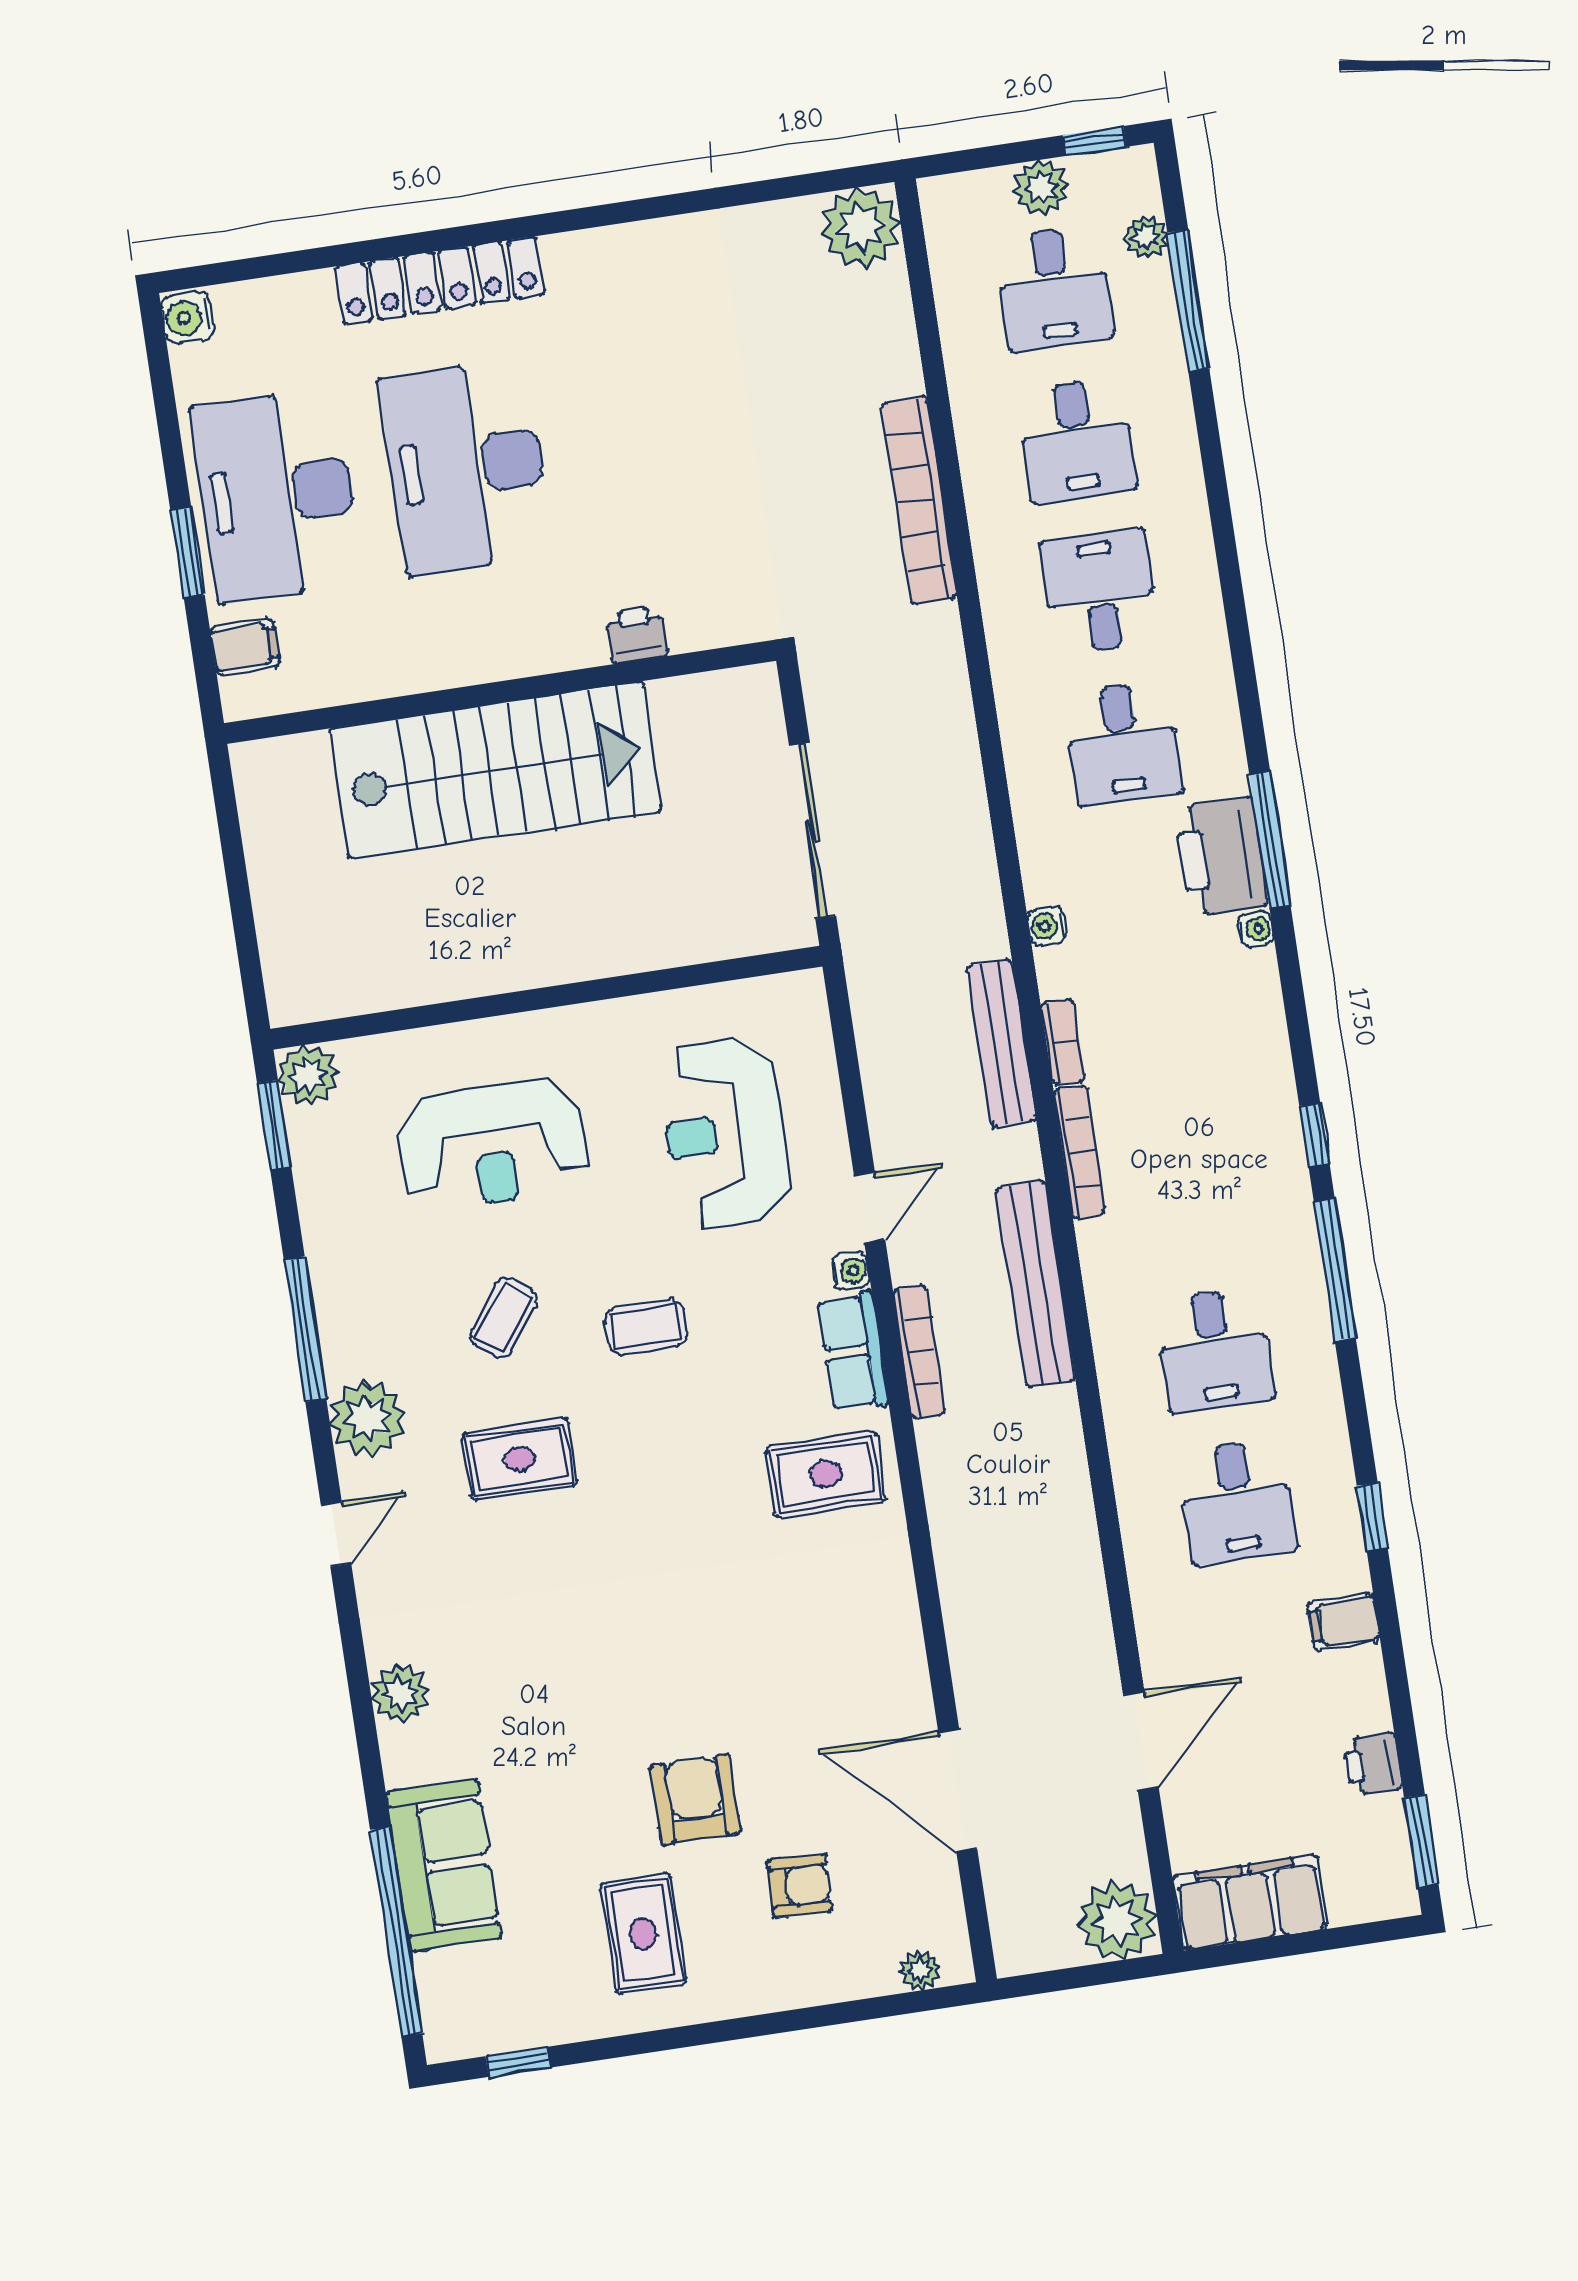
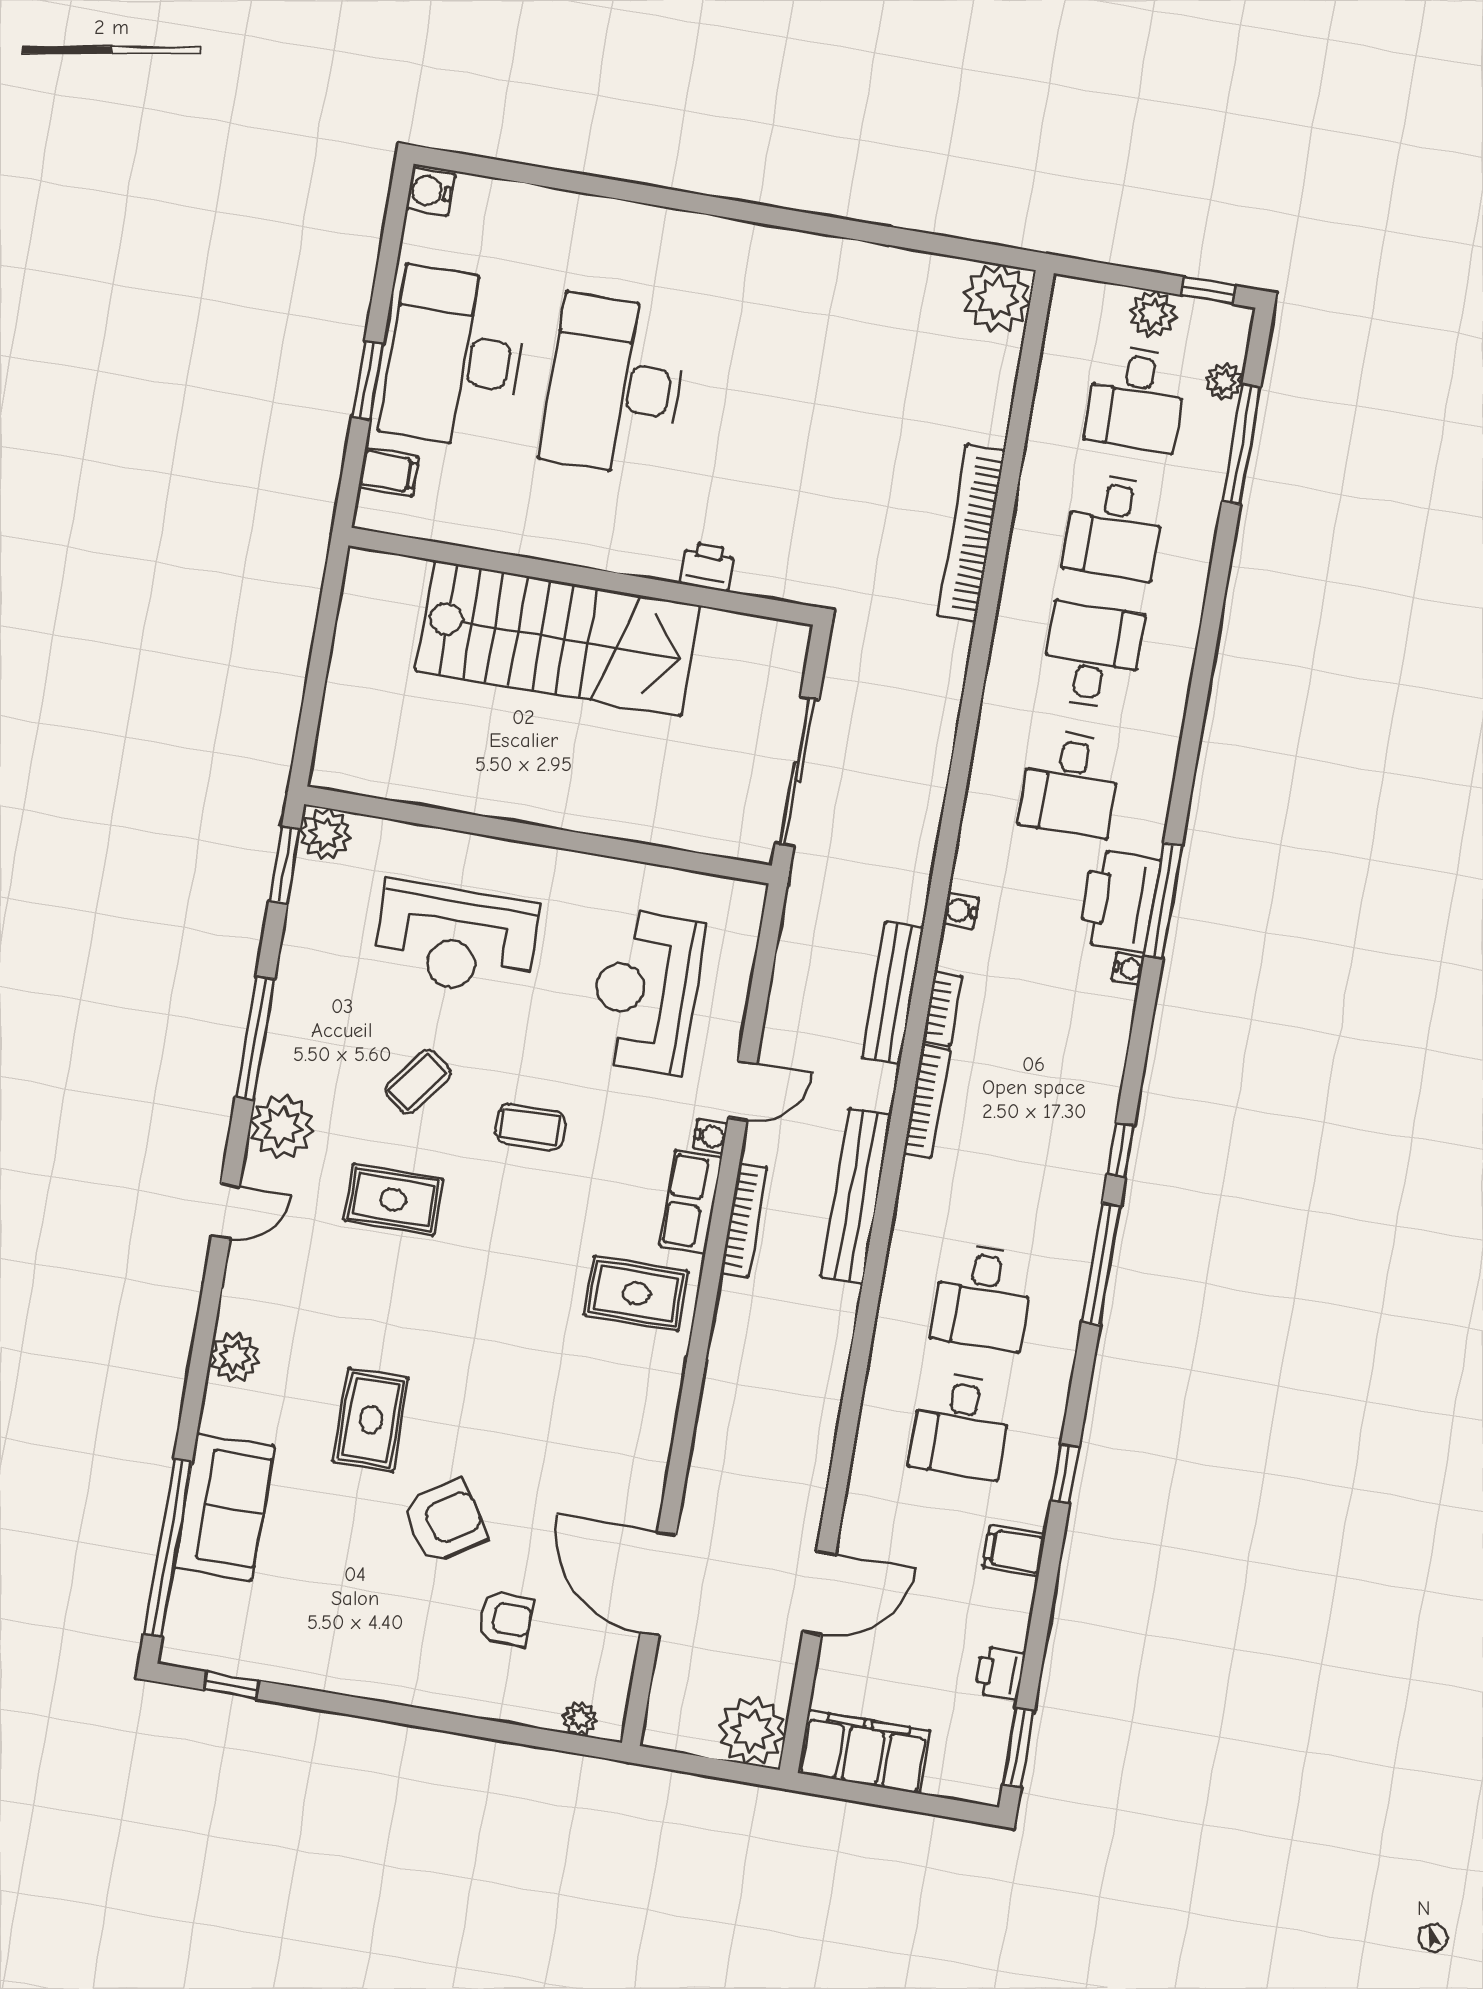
locker: (440, 280) -> (643, 228), removed
armchair: (695, 1800) -> (444, 1521), turned 57
rug: (643, 1934) -> (371, 1420), moved

